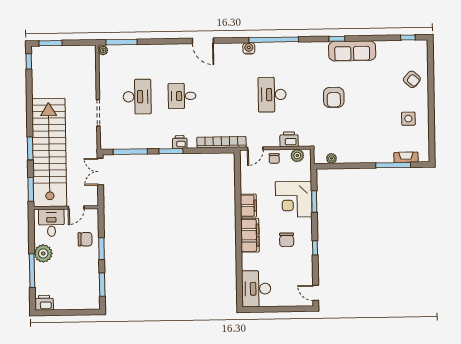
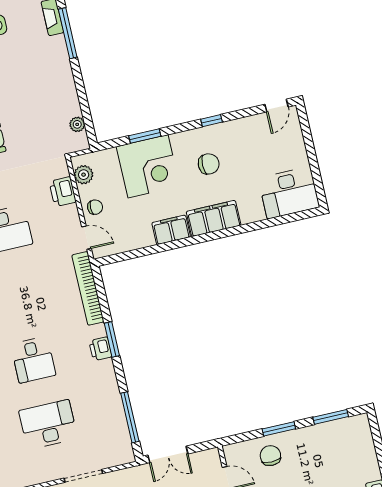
window: (171, 151) -> (112, 339), moved

